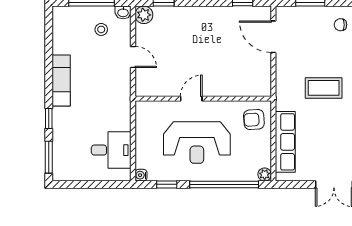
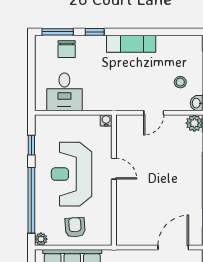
armchair: (254, 120) -> (75, 227), moved
chair: (67, 148) -> (67, 49), added
water cooler: (141, 175) -> (106, 120), moved

